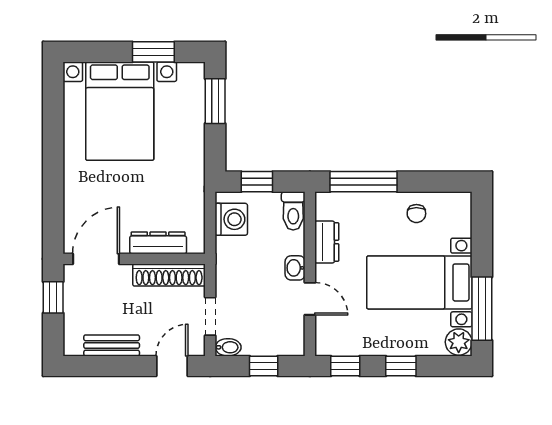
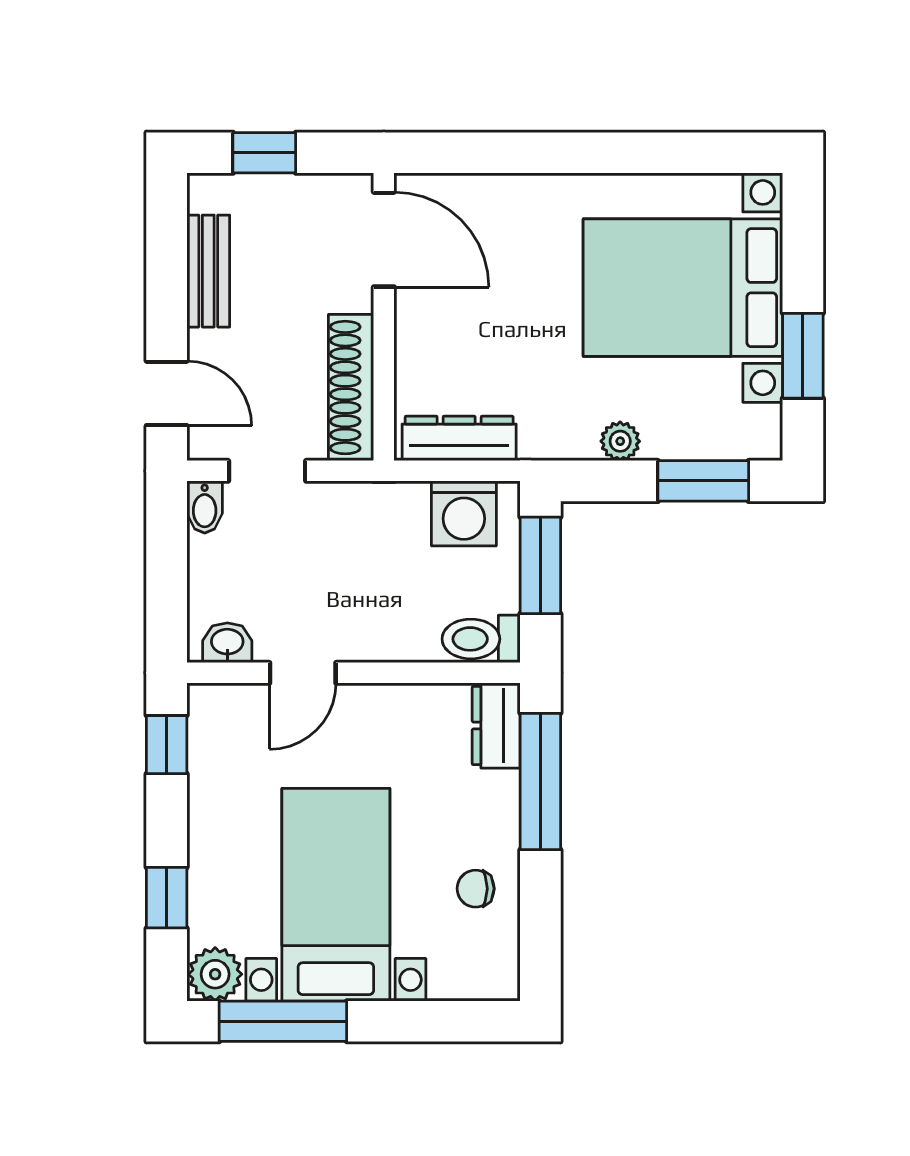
plant: (196, 142) -> (620, 441), added
window: (257, 182) -> (540, 565), width x1.50
dresser: (327, 242) -> (496, 726), moved, turned 90
dresser: (158, 243) -> (459, 438), moved, turned -90
washbasin: (295, 268) -> (227, 643), moved
window: (53, 297) -> (264, 153), moved
window: (264, 366) -> (167, 579), removed
window: (401, 366) -> (167, 898), moved

